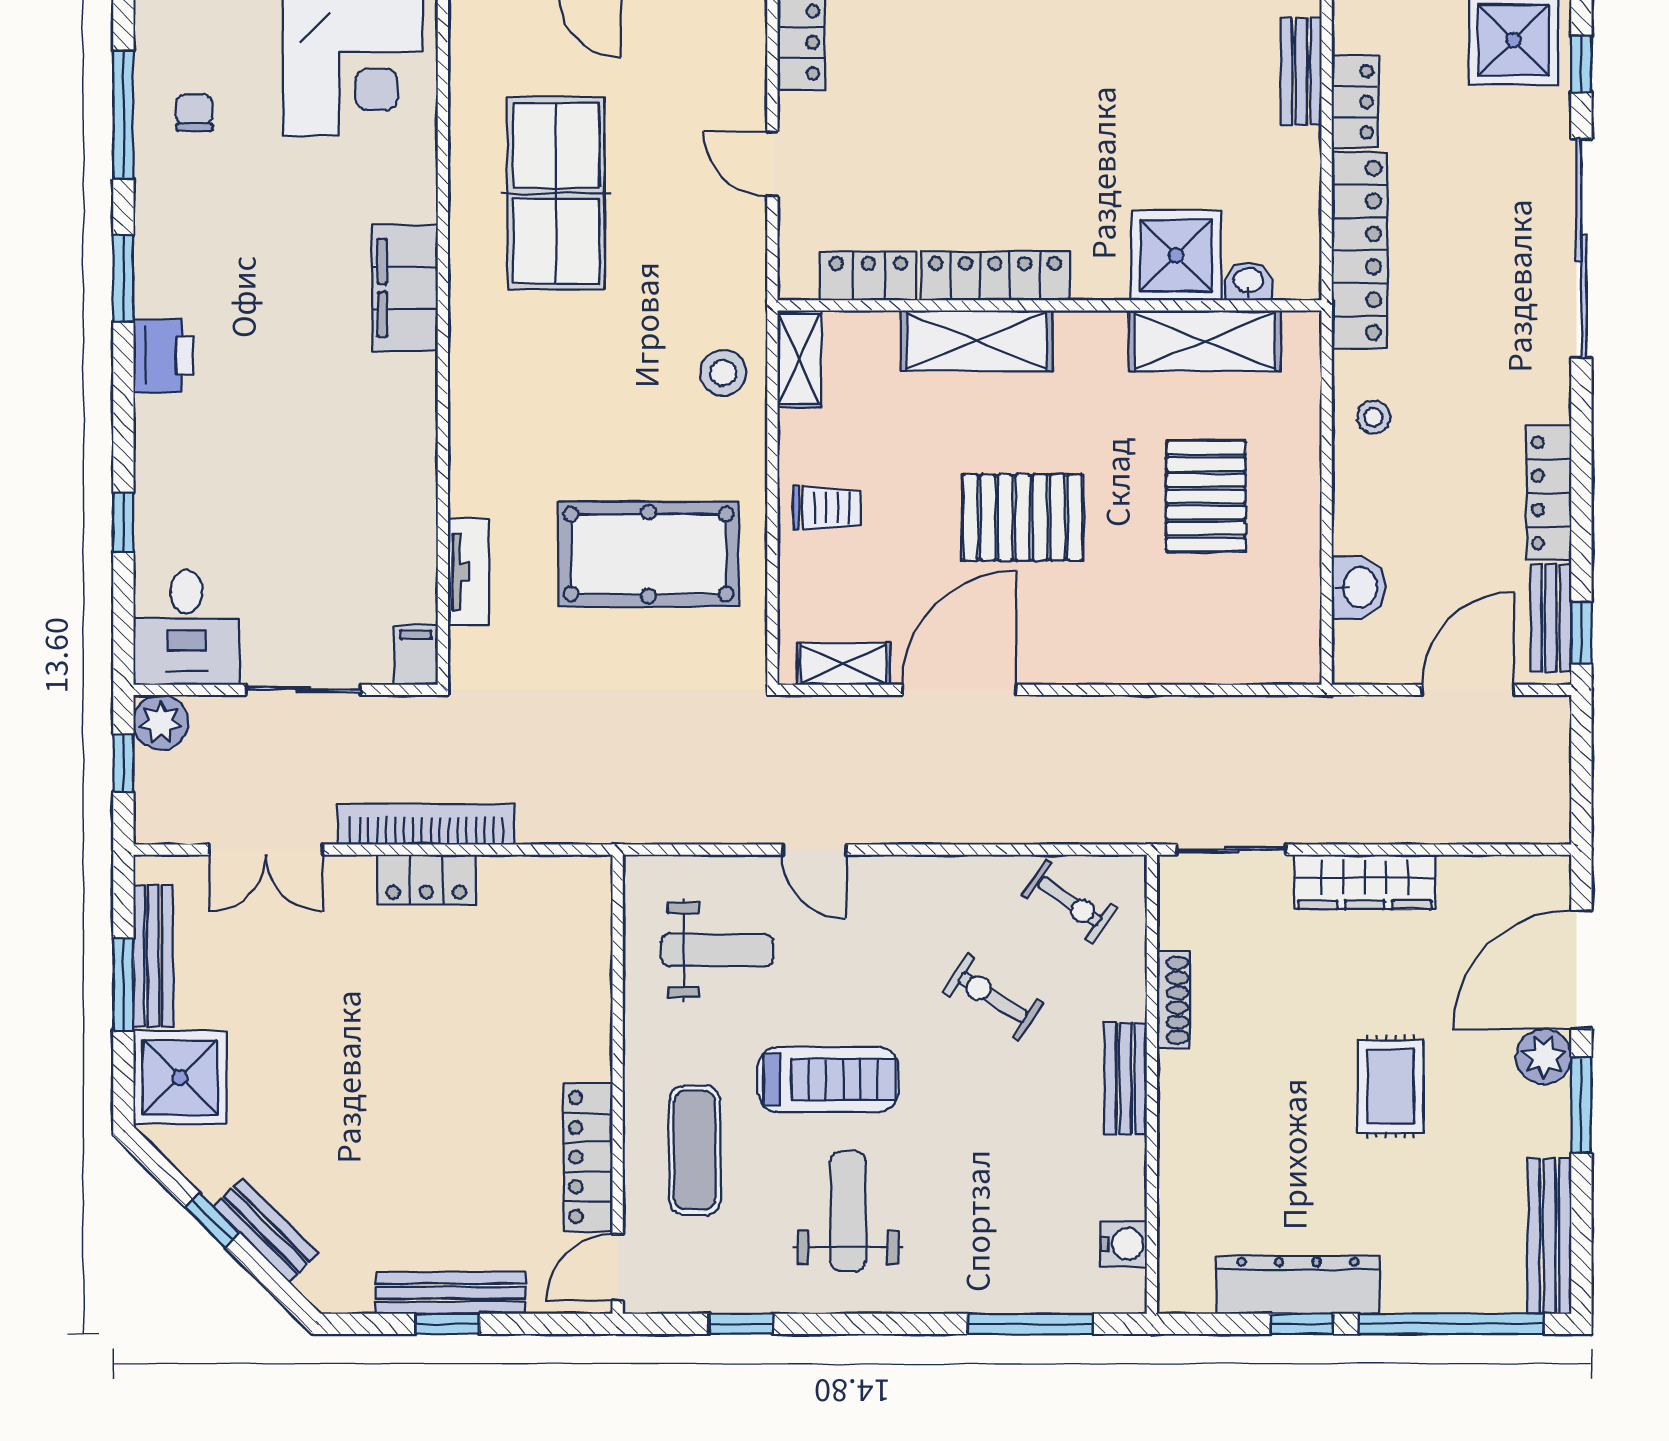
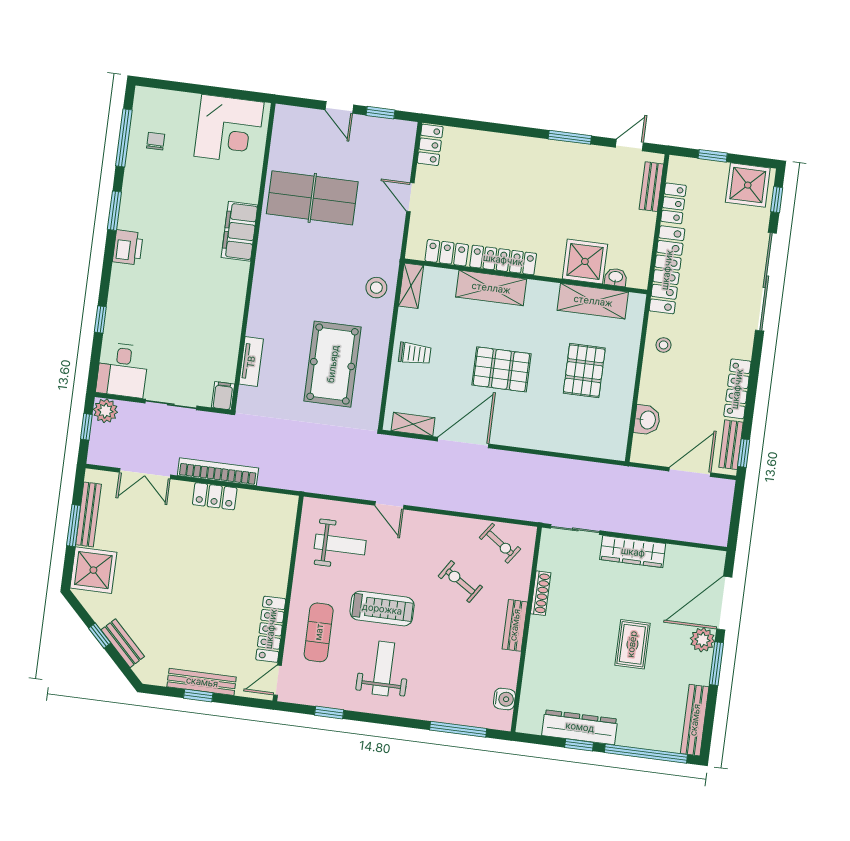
table tennis table: (556, 193) -> (312, 198), turned 90
pool table: (648, 554) -> (333, 364), turned 90

